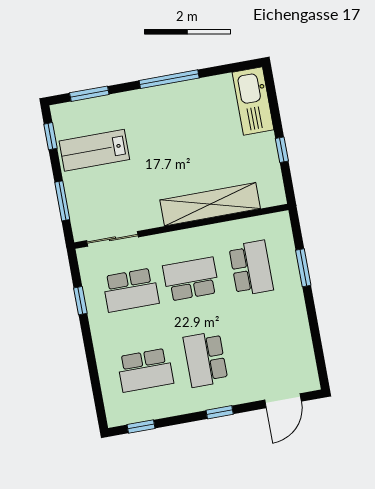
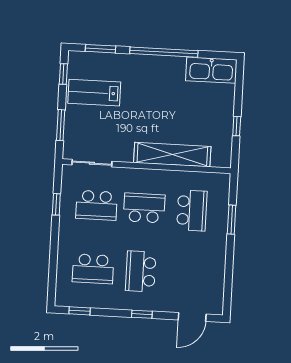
window: (169, 79) -> (164, 52), width x1.46
kitchen sink: (253, 101) -> (211, 70), moved, turned -90

